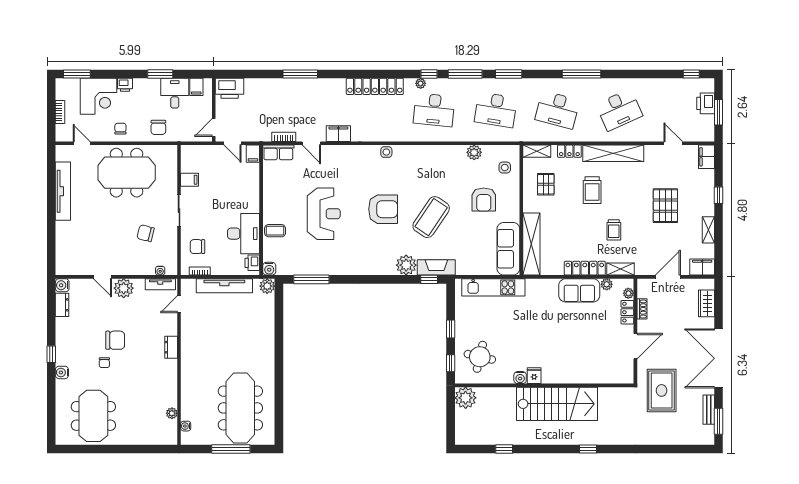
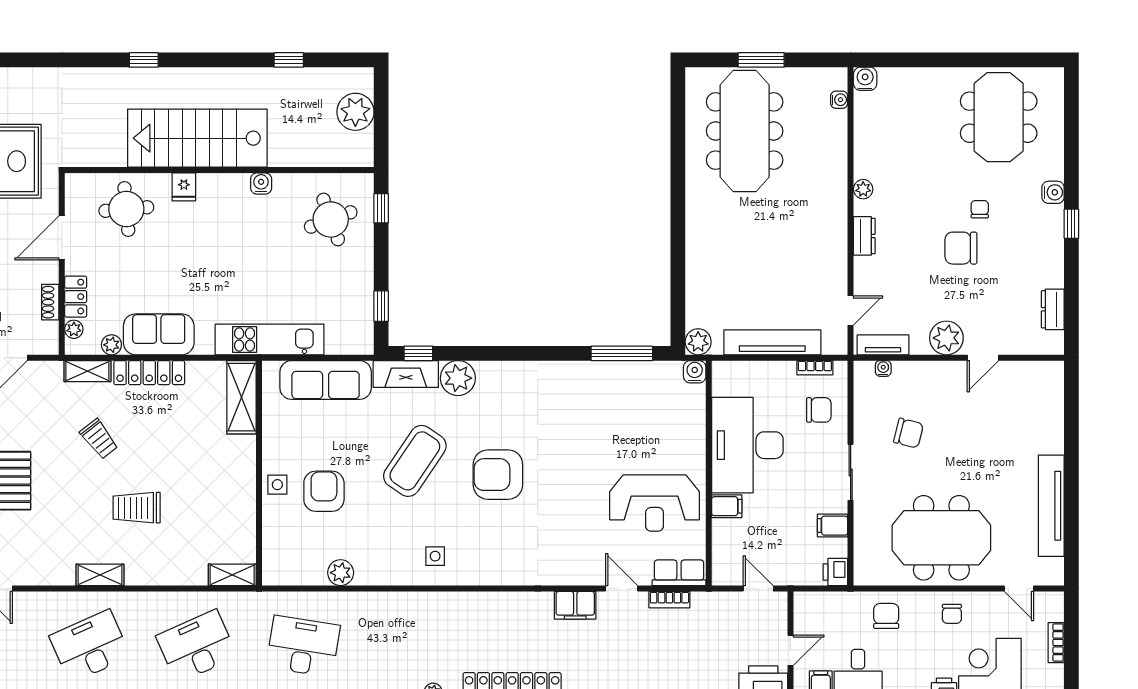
desk: (434, 110) -> (410, 646), removed
desk: (557, 110) -> (197, 646), turned -39
door: (214, 128) -> (790, 650), moved
locker: (569, 151) -> (176, 575), removed
side table: (386, 152) -> (435, 556), moved
shelving: (613, 153) -> (100, 575), width x0.45, depth x0.75
filing cabinet: (253, 154) -> (727, 506), moved, turned 90
side table: (505, 168) -> (277, 485), moved
pallet: (546, 184) -> (217, 518), removed
trolley: (592, 190) -> (137, 508), turned -90
reception desk: (324, 214) -> (655, 503), moved, turned -90
trolley: (614, 230) -> (99, 439), turned 142
coffee table: (275, 231) -> (685, 437), removed
desk: (244, 234) -> (747, 445), width x1.36, depth x1.30
shelving: (531, 244) -> (241, 397), width x0.68
sofa: (508, 249) -> (326, 380), moved, turned 90
printer: (252, 263) -> (835, 572), moved, turned 180
door: (103, 277) -> (983, 358), swing flipped
water cooler: (62, 285) -> (865, 79), moved, turned -90
kitchen unit: (493, 287) -> (270, 339), moved
window: (451, 329) -> (381, 306), moved
round table: (480, 357) -> (331, 219), turned -33
round table: (598, 363) -> (126, 209), added
fridge: (534, 376) -> (184, 187), moved
plant: (466, 398) -> (355, 112), moved
plant: (172, 413) -> (863, 189), moved
window: (231, 449) -> (761, 60), width x0.69

